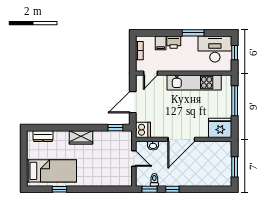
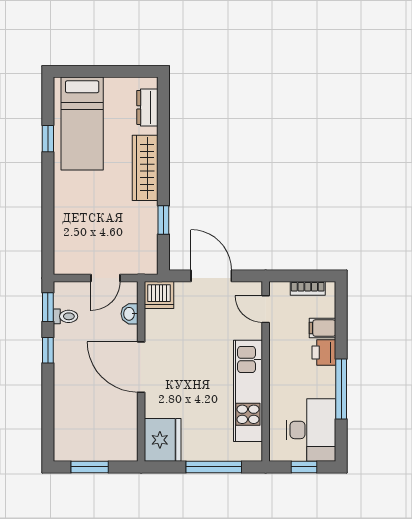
window: (193, 33) -> (341, 389), width x1.44
window: (115, 128) -> (163, 220), moved
wardrobe: (81, 137) -> (145, 168), width x1.50

